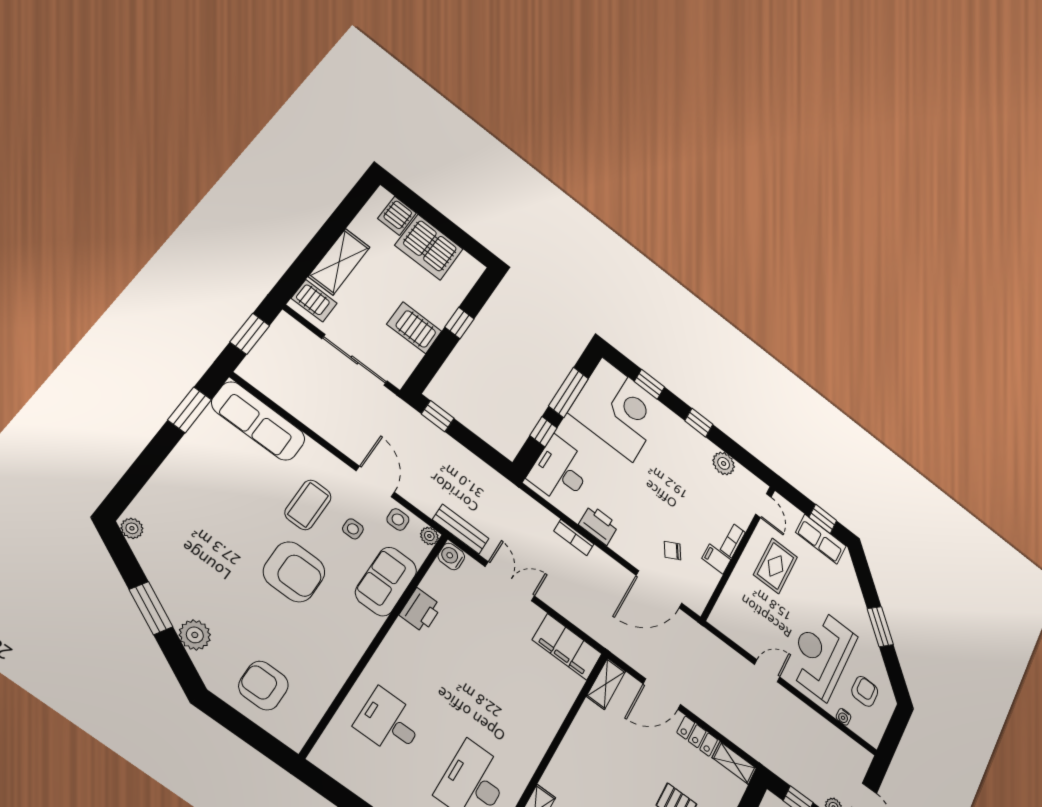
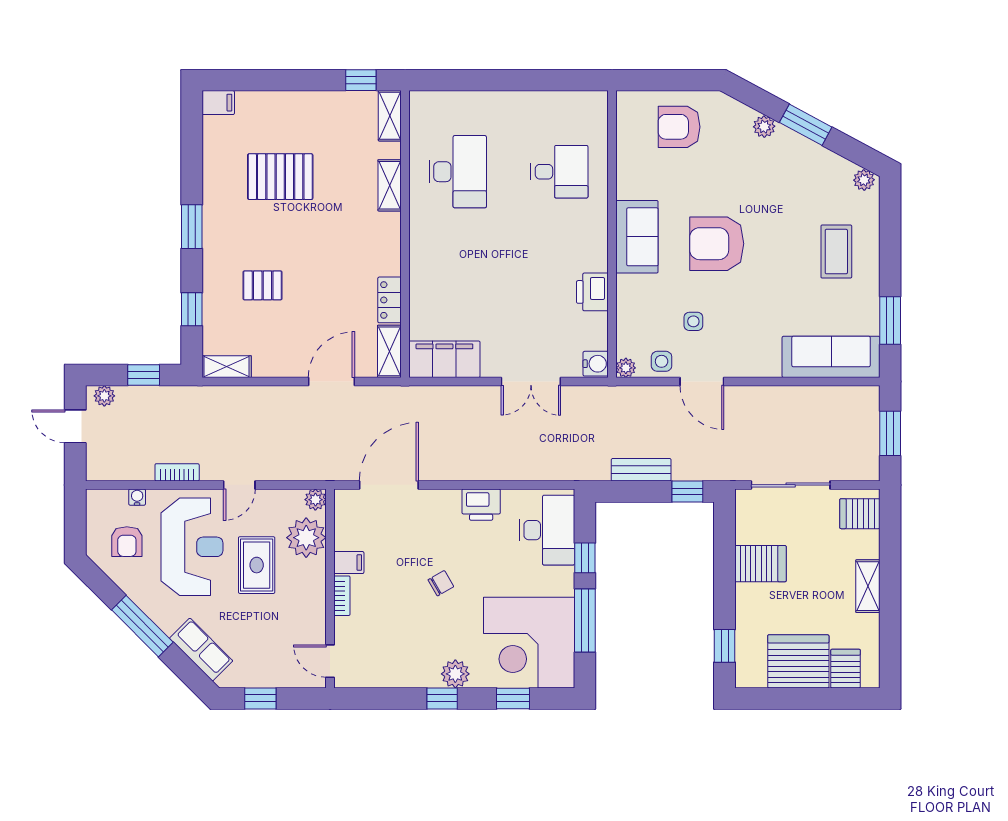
shelving: (339, 262) -> (868, 586), width x0.67, depth x0.75
window: (459, 323) -> (725, 646), moved
plant: (724, 463) -> (455, 674), moved
coffee table: (308, 505) -> (836, 252), moved
bench: (461, 529) -> (641, 470), moved
bookcase: (574, 538) -> (177, 472), moved
row of seats: (821, 539) -> (201, 650), moved, turned 45
chair: (673, 551) -> (441, 583), moved
rug: (775, 566) -> (257, 565), moved
sofa: (386, 581) -> (637, 237), moved
plant: (738, 599) -> (306, 538), added
plant: (718, 619) -> (315, 500), added
window: (880, 627) -> (142, 626), width x1.44
plant: (195, 635) -> (764, 127), width x0.73, depth x0.73
armchair: (263, 686) -> (679, 127), turned 180
locker: (697, 736) -> (390, 300), moved, turned -90

